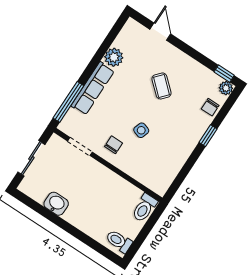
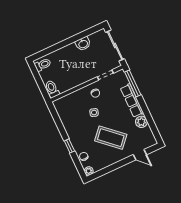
window: (224, 74) -> (97, 175), removed
coffee table: (161, 86) -> (111, 138), width x1.86, depth x1.72
sliding door: (31, 158) -> (115, 46), width x1.37

